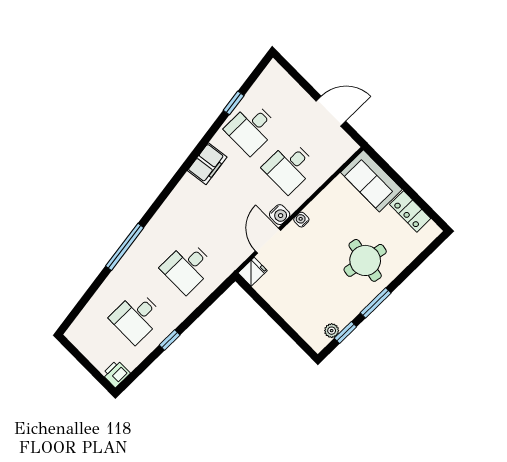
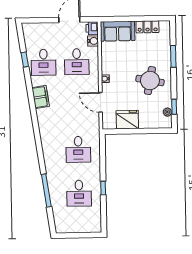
water cooler: (280, 215) -> (93, 41), moved
window: (125, 247) -> (46, 190), moved
round table: (365, 260) -> (150, 81), moved
fridge: (253, 272) -> (127, 120), moved, width x1.88, depth x1.34
window: (376, 303) -> (173, 56), moved
printer: (116, 374) -> (92, 28), moved

